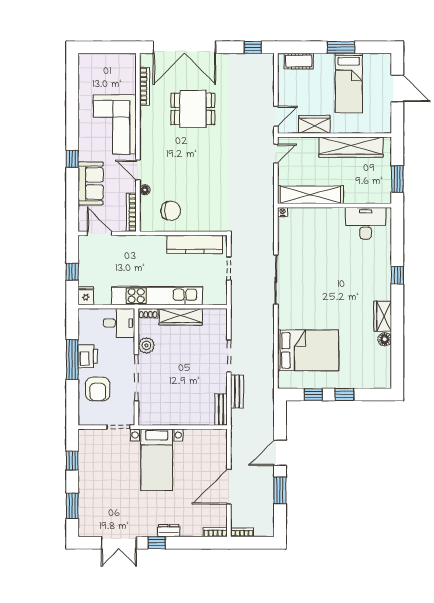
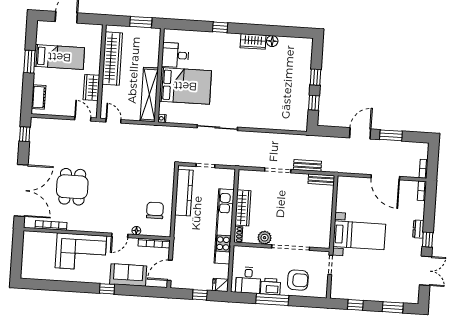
desk: (366, 223) -> (175, 55), width x0.73
desk: (119, 323) -> (248, 280), moved, turned 180
bed: (308, 350) -> (185, 86), moved, turned 90
door: (280, 453) -> (360, 133), swing flipped

